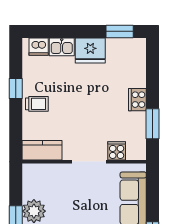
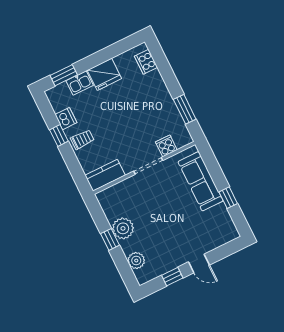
window: (120, 31) -> (64, 75), moved
dishwasher: (39, 47) -> (66, 119), moved, turned -90
cooker: (137, 100) -> (146, 62), moved

